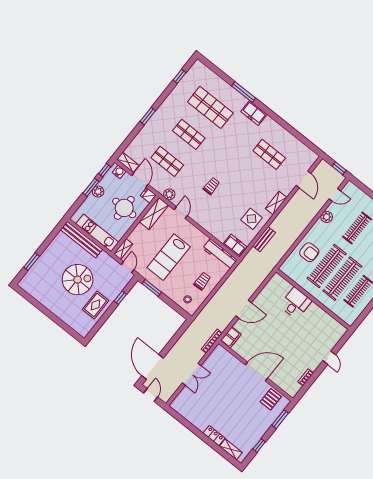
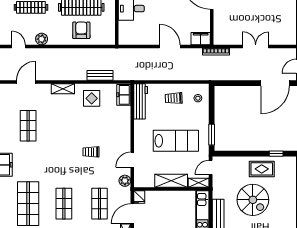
round table: (124, 208) -> (165, 208), removed
shelving: (154, 214) -> (171, 181), moved
spiral stairs: (78, 280) -> (253, 200), turned 180
window: (120, 298) -> (276, 154), moved

